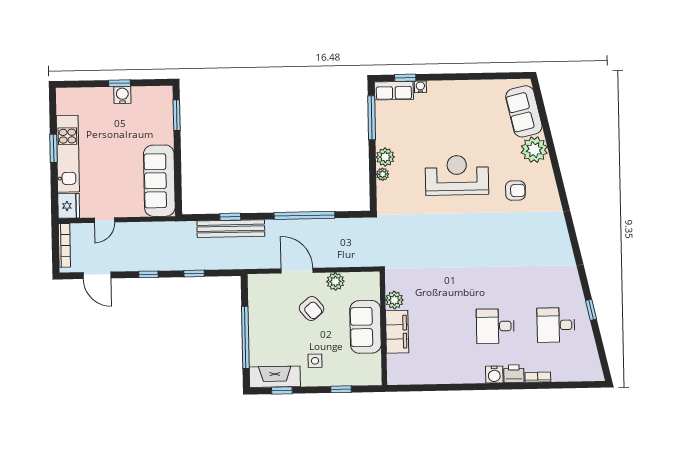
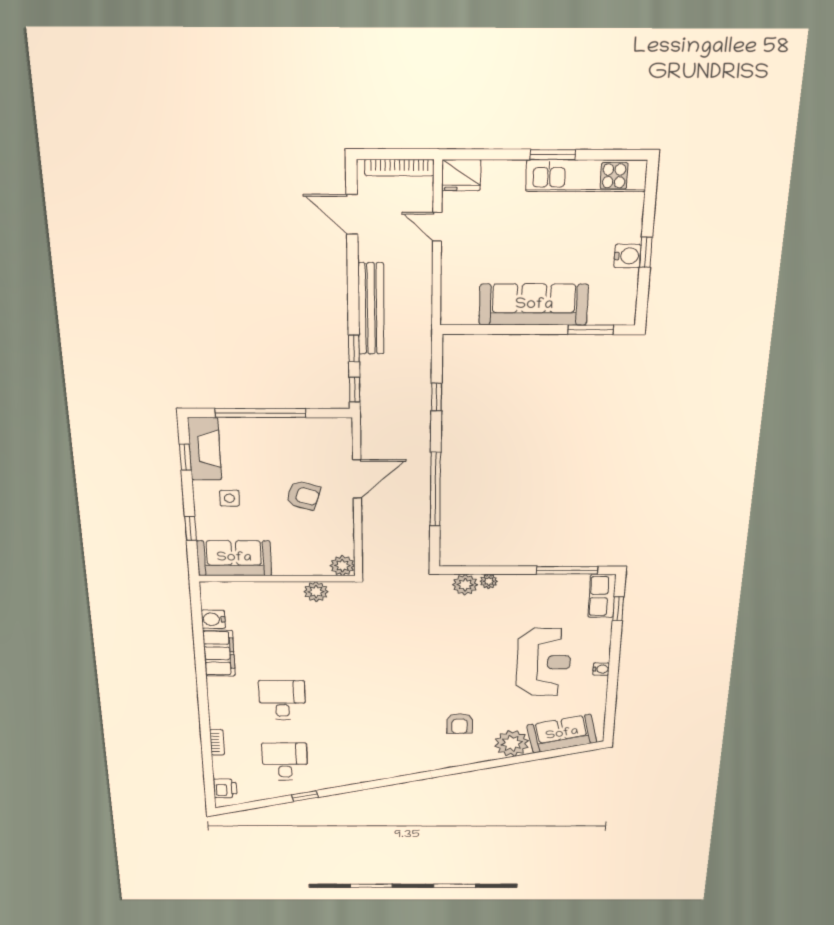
water cooler: (420, 87) -> (601, 669), moved
kitchen unit: (68, 154) -> (586, 176), moved
plant: (385, 157) -> (465, 585), moved
reception desk: (457, 175) -> (544, 662), moved
sofa: (159, 181) -> (534, 305), moved
bench: (231, 229) -> (371, 309), moved
window: (148, 274) -> (355, 390), moved
door: (97, 275) -> (352, 214), hinge flipped
plant: (335, 281) -> (342, 566), moved
armchair: (311, 309) -> (303, 495), turned -123
sofa: (365, 327) -> (234, 558), moved
filing cabinet: (397, 332) -> (219, 653), moved, turned -90
printer: (514, 374) -> (225, 788), moved
water cooler: (494, 375) -> (213, 619), moved

